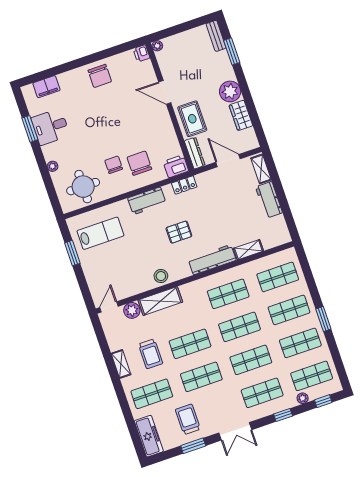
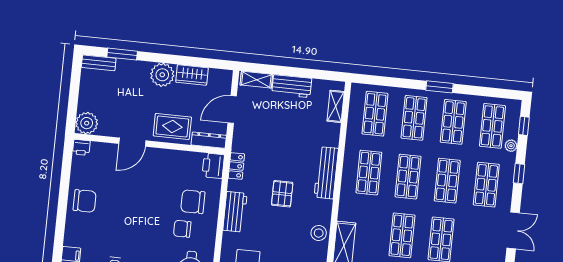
plant: (157, 46) -> (87, 123), width x1.87, depth x1.87
shelving: (248, 250) -> (336, 106), moved

